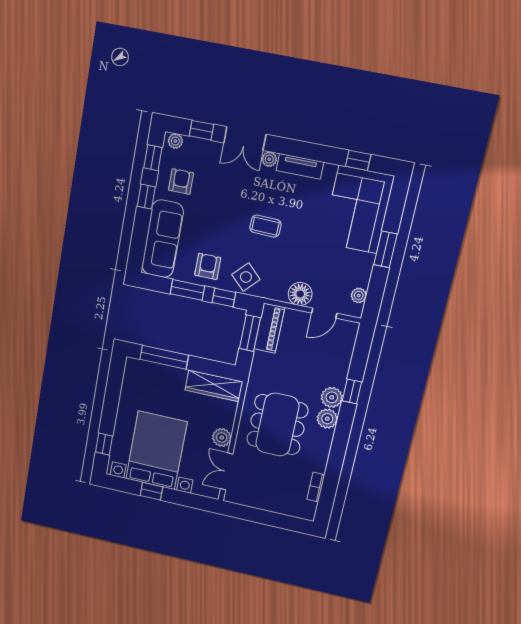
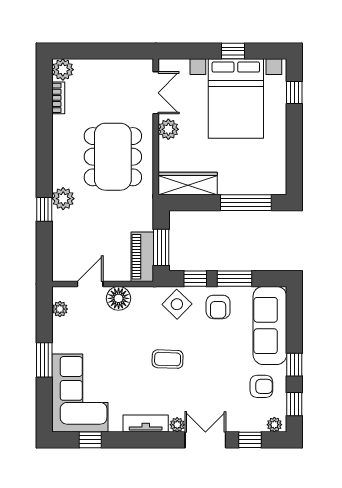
armchair: (181, 181) -> (261, 386), turned -90
plant: (327, 419) -> (63, 70), moved

